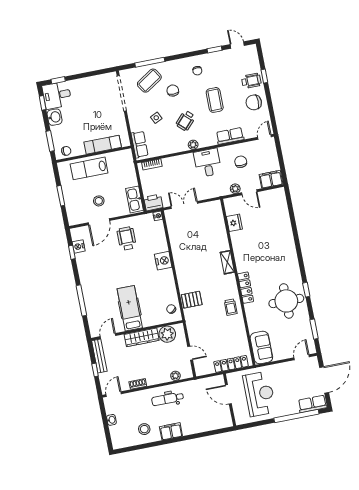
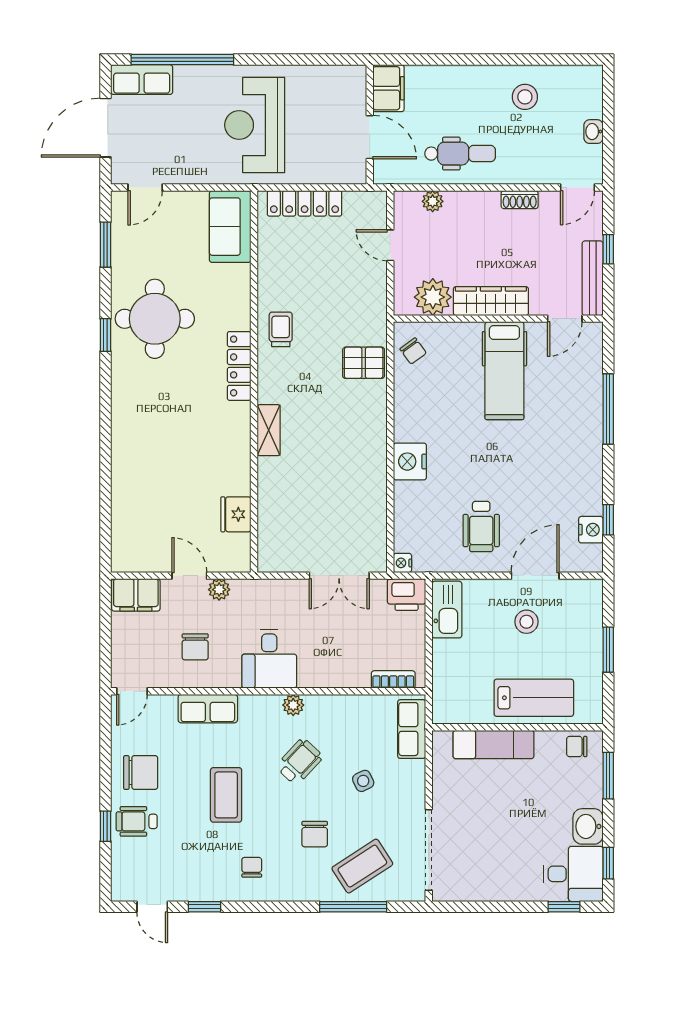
door: (228, 394) -> (370, 137), moved
wall: (230, 400) -> (370, 125), moved
filing cabinet: (171, 431) -> (388, 88), moved, turned -90

